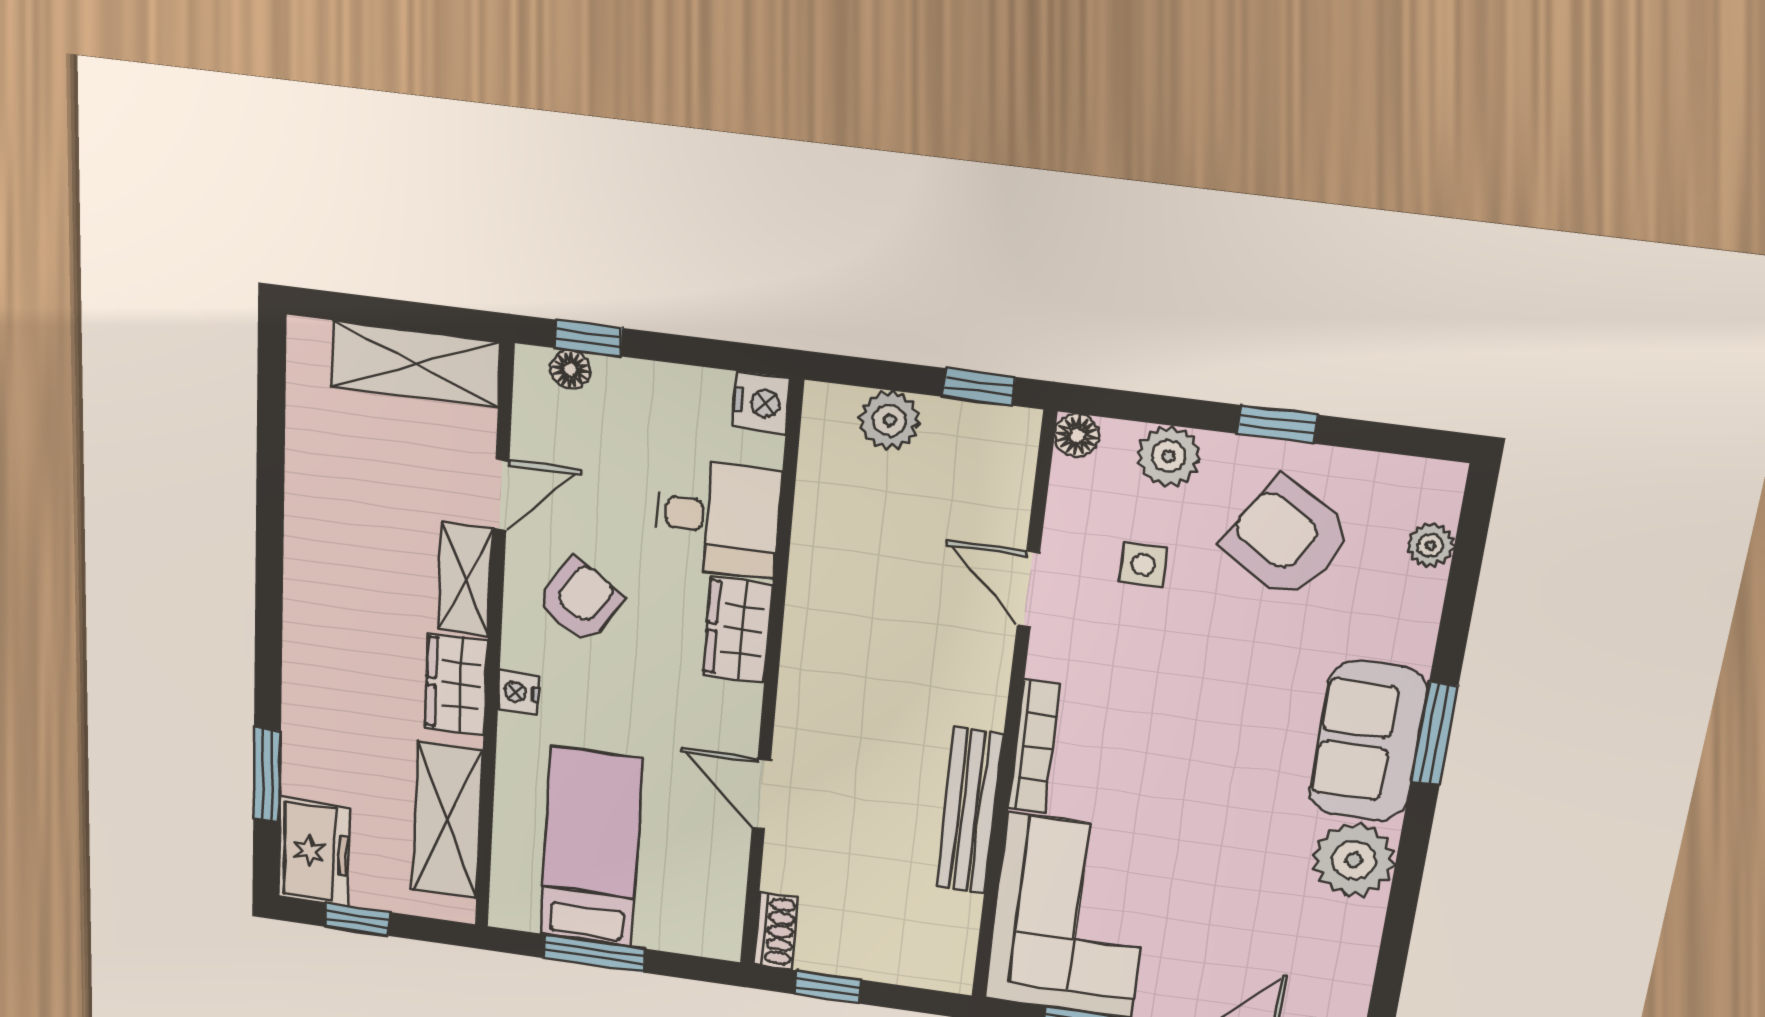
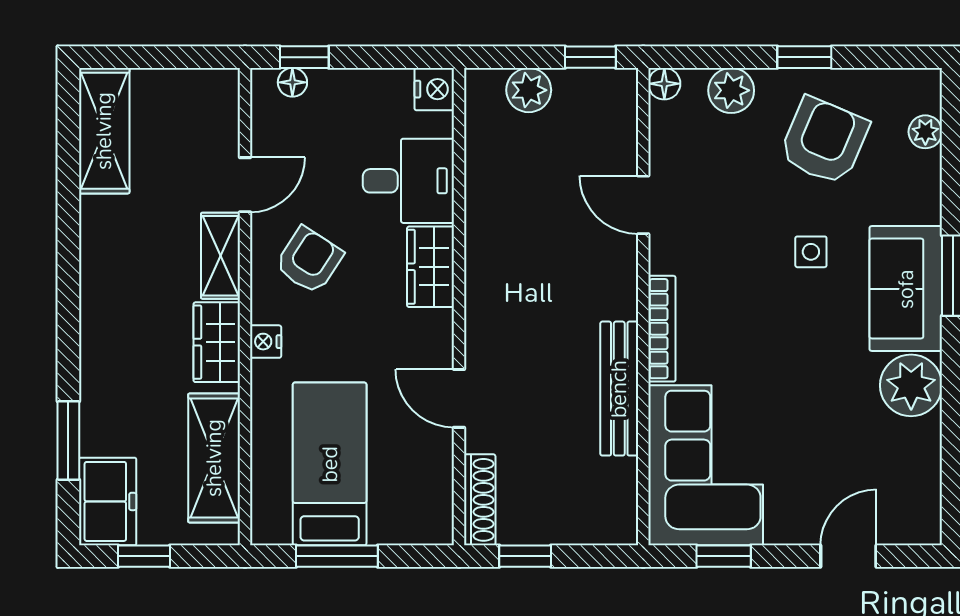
shelving: (416, 364) -> (104, 131), moved, turned 90
armchair: (1287, 539) -> (824, 141), turned 81
side table: (1143, 565) -> (811, 252), moved
shoe rack: (776, 931) -> (480, 500), width x1.43

